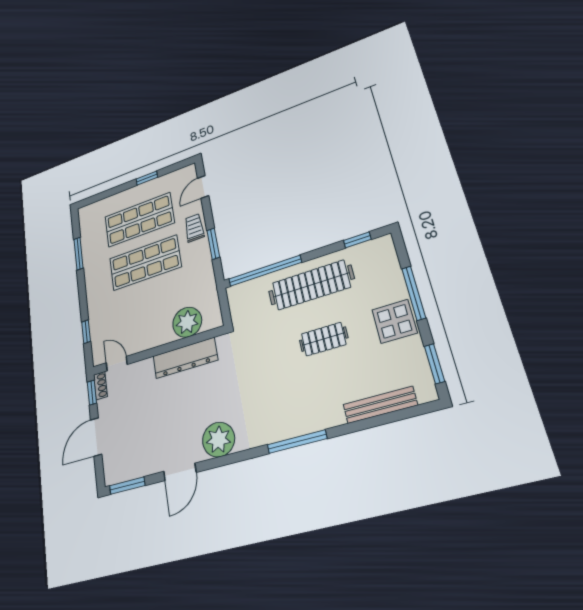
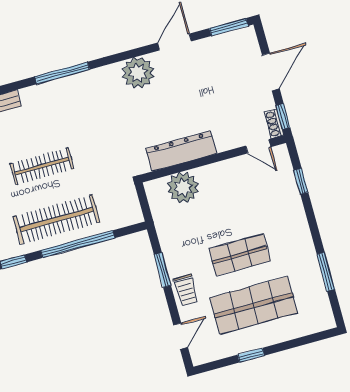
shop shelf: (145, 263) -> (240, 255), width x0.70, depth x0.74
window: (265, 271) -> (78, 244), moved
clothes rail: (324, 339) -> (42, 166), width x1.36

